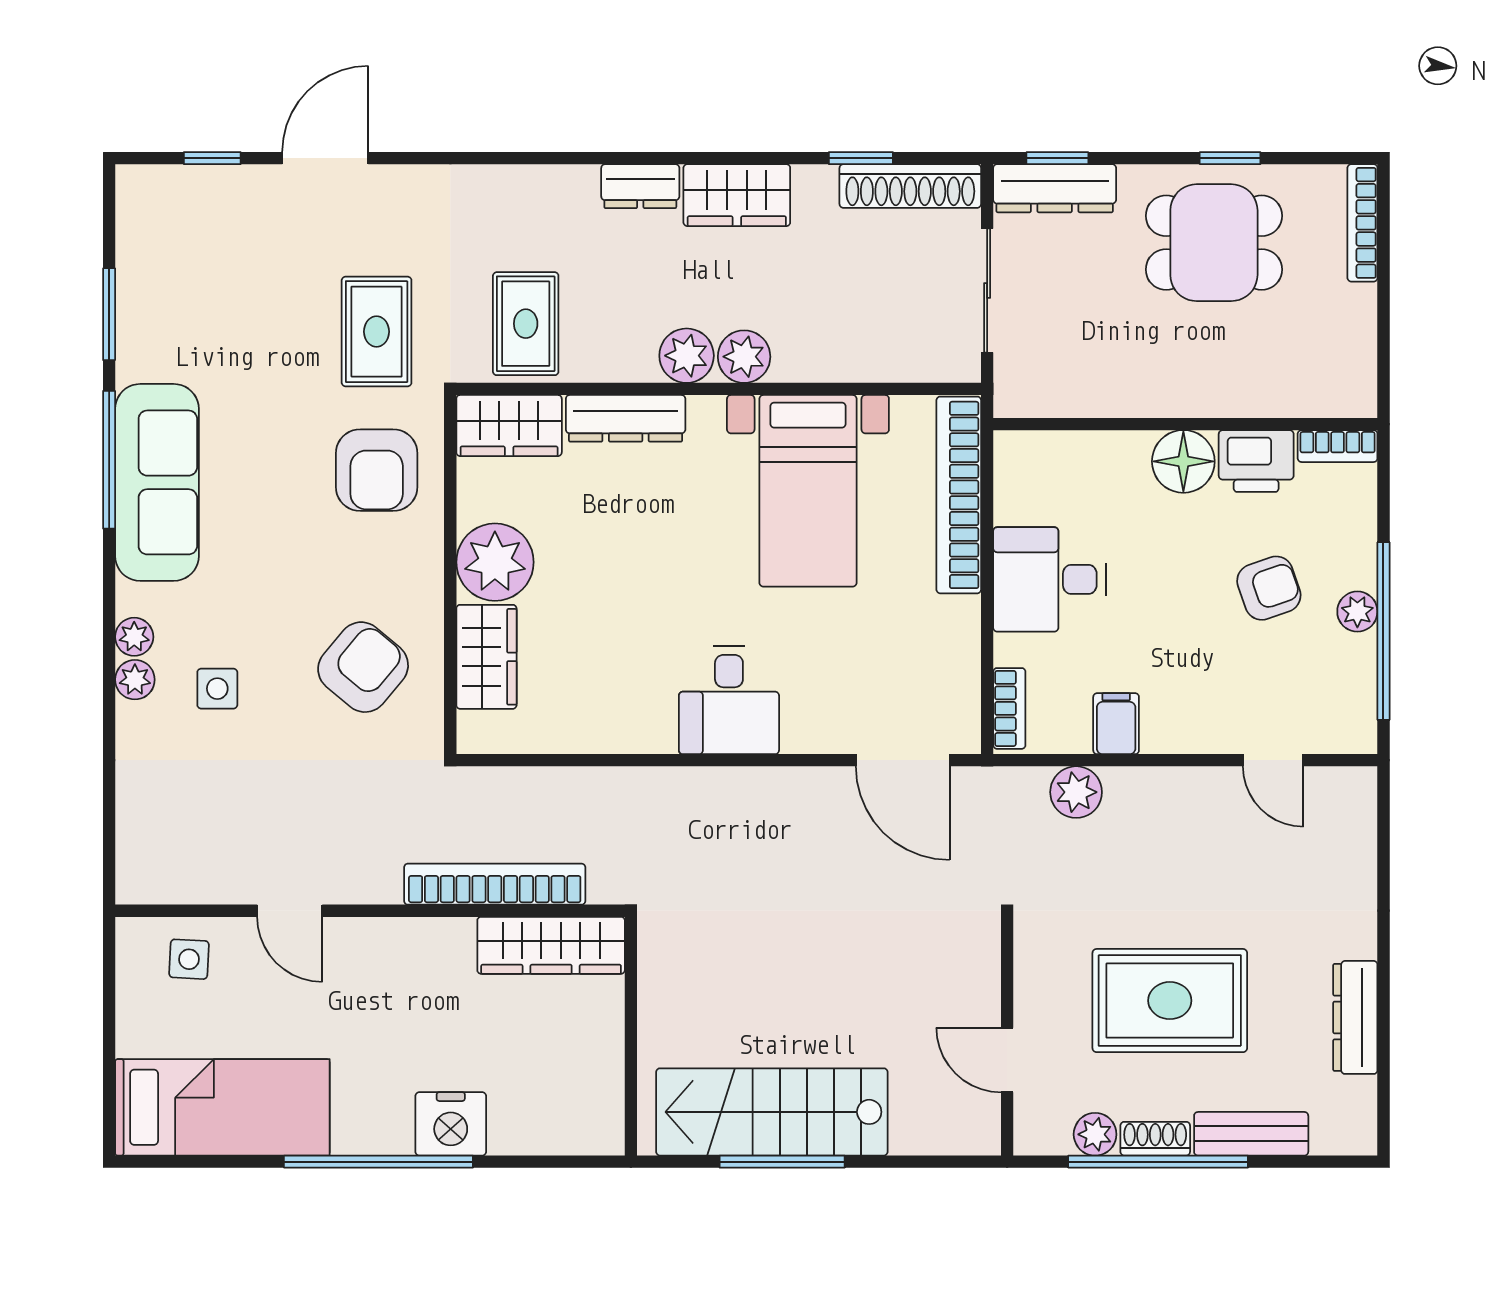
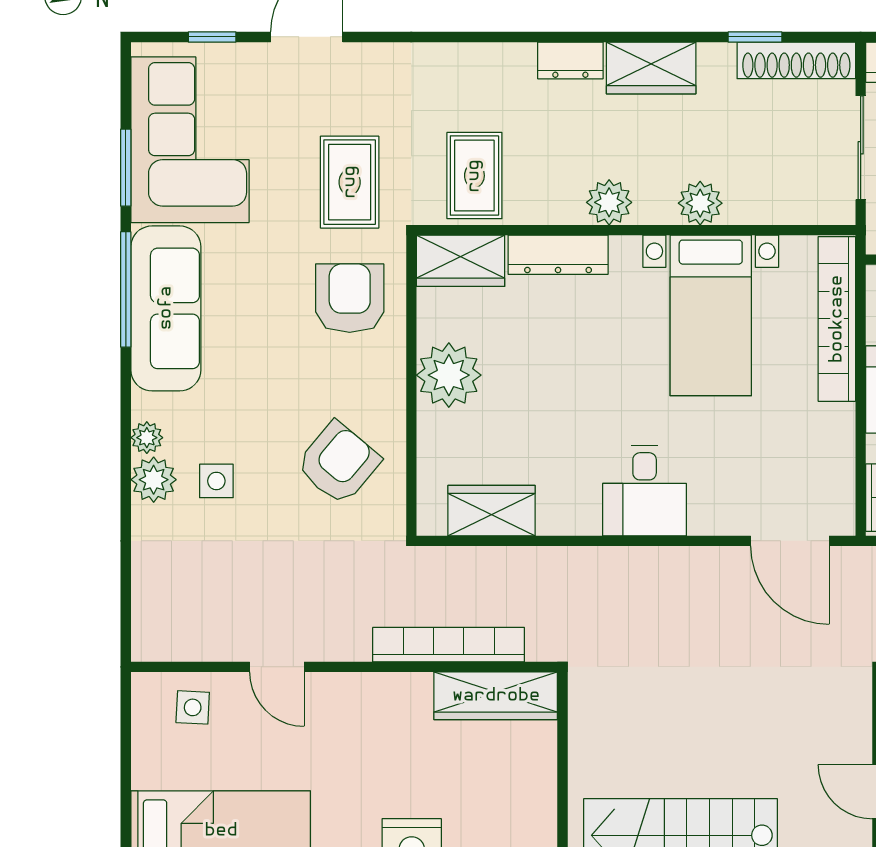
corner sofa: (186, 281) -> (190, 140), added
plant: (744, 357) -> (700, 203), moved
armchair: (377, 470) -> (350, 298), turned 180
wardrobe: (486, 657) -> (492, 511), moved, turned -90
plant: (135, 680) -> (154, 480), width x1.38, depth x1.38

